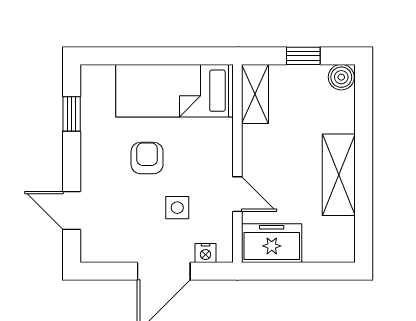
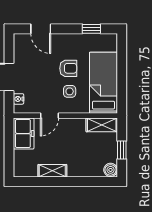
shelving: (339, 175) -> (52, 171), width x0.67, depth x0.75
side table: (177, 208) -> (70, 91), moved
door: (72, 211) -> (41, 29), swing flipped

